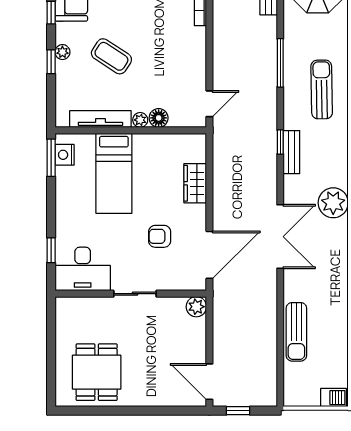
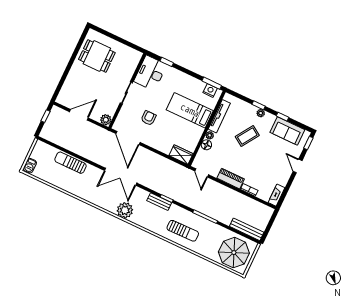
piano: (196, 51) -> (231, 179), added
wardrobe: (195, 183) -> (181, 155), moved
door: (209, 382) -> (79, 115), moved

